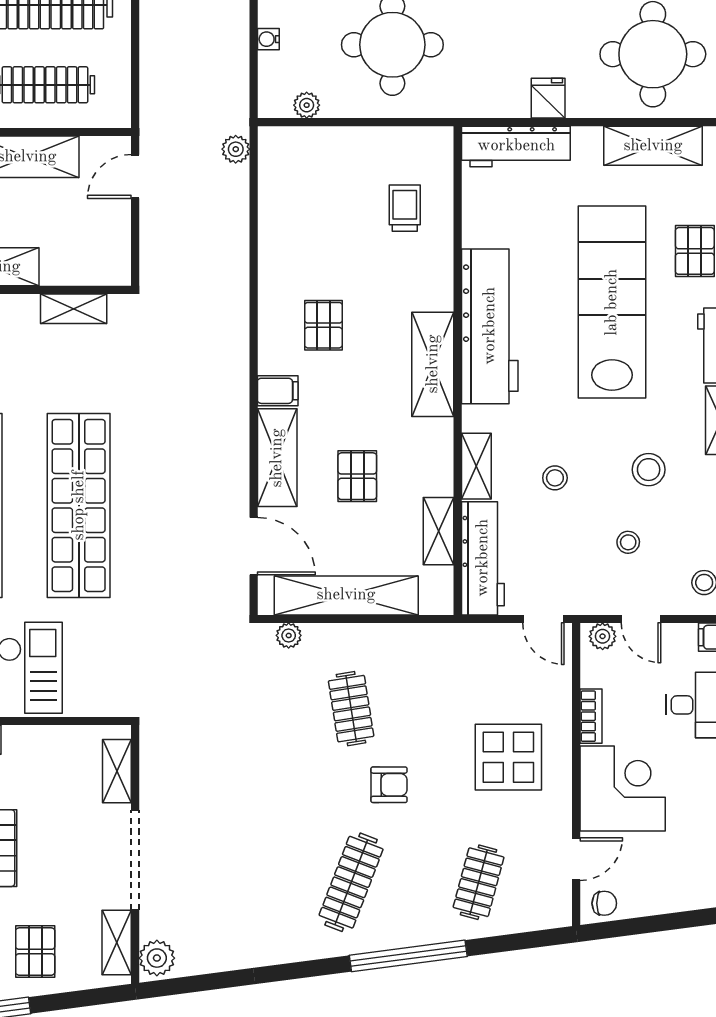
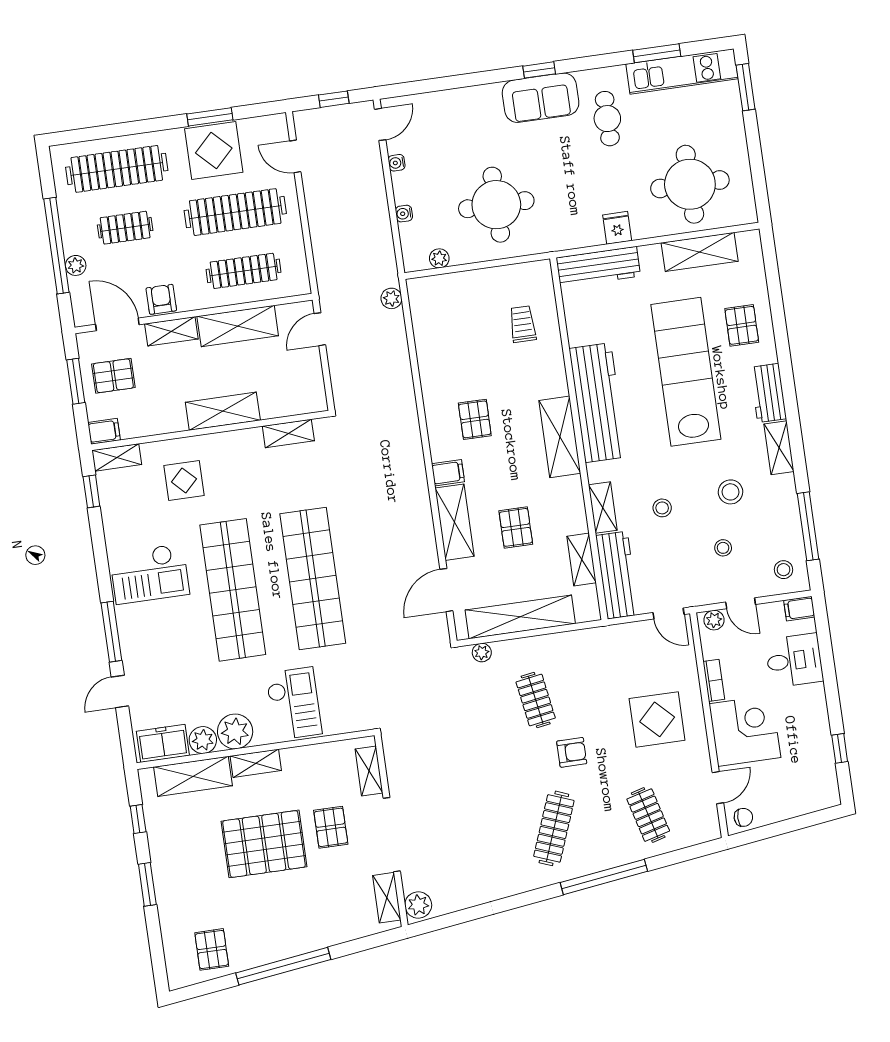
door: (254, 546) -> (446, 590), swing flipped
clothes rail: (479, 882) -> (648, 815), turned -30
pallet: (35, 952) -> (331, 827), moved

